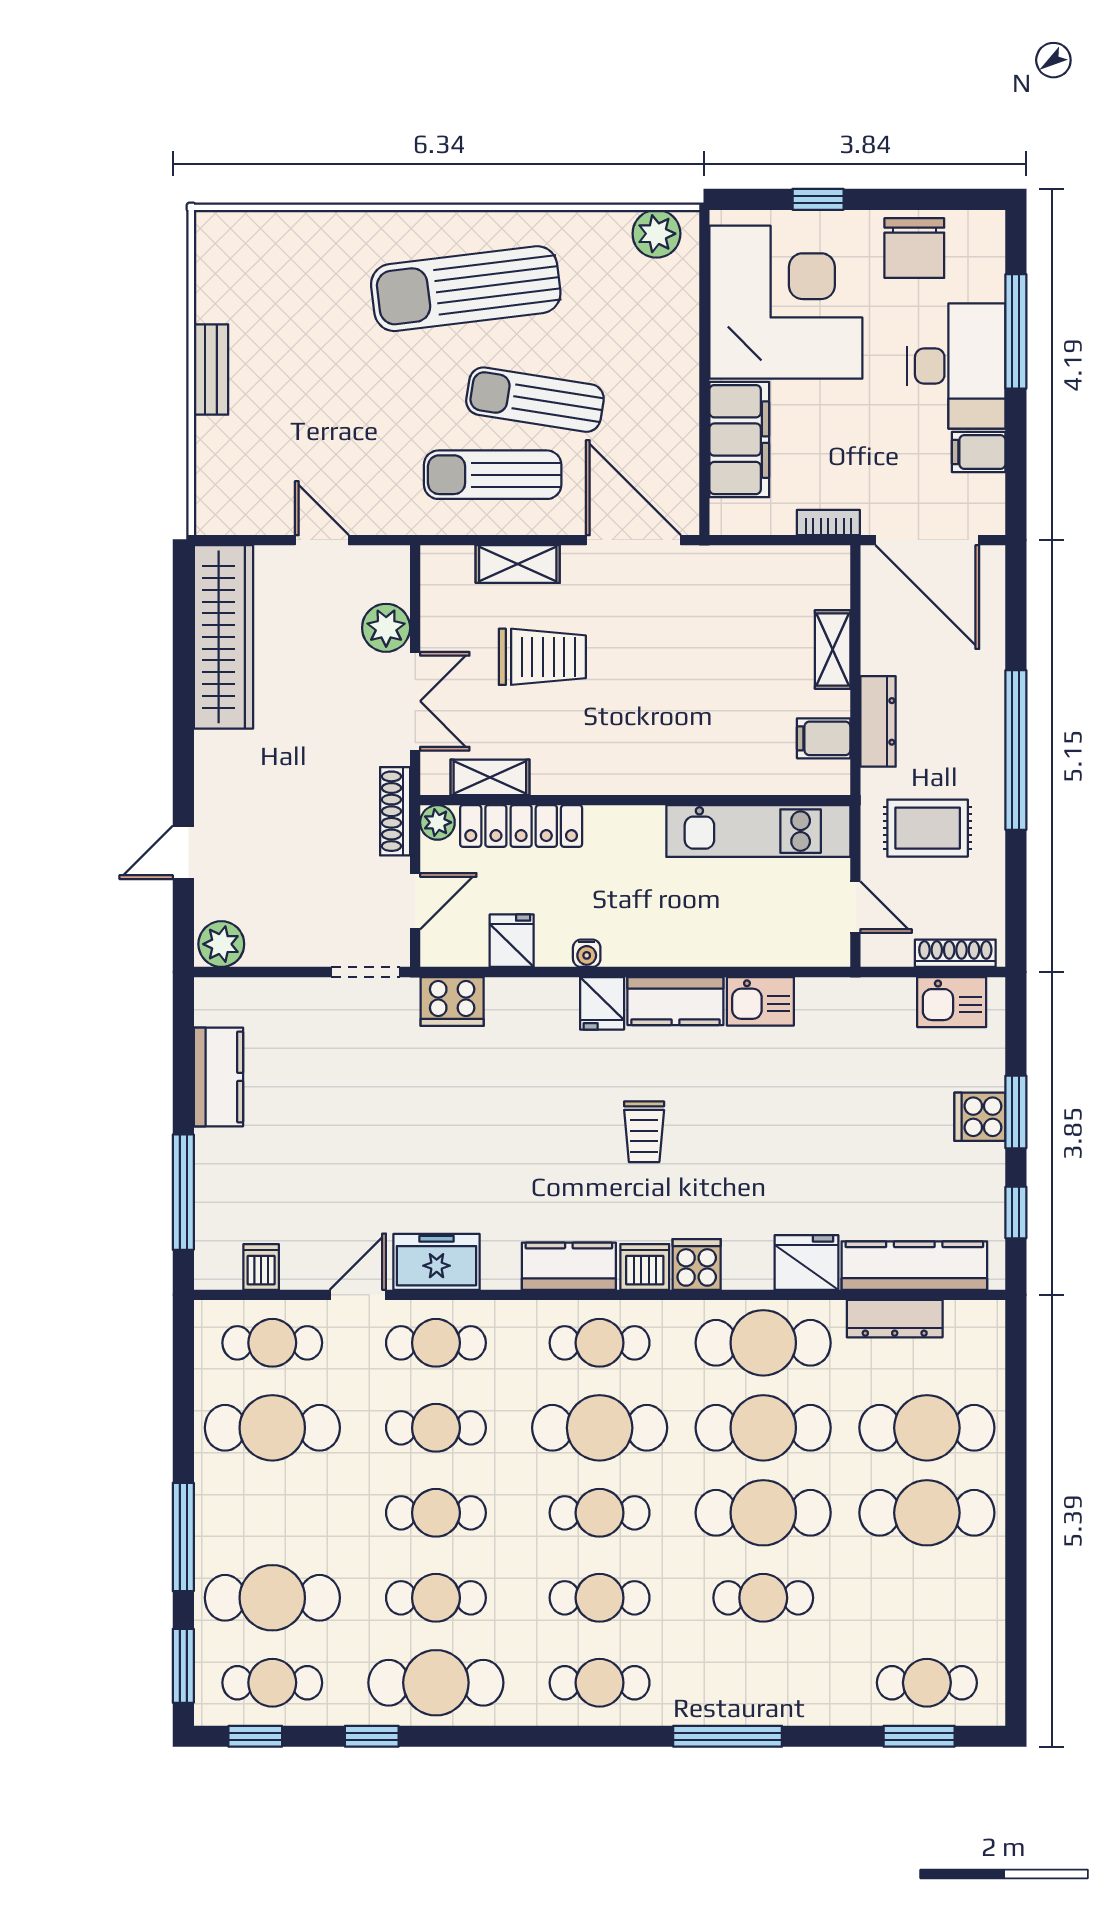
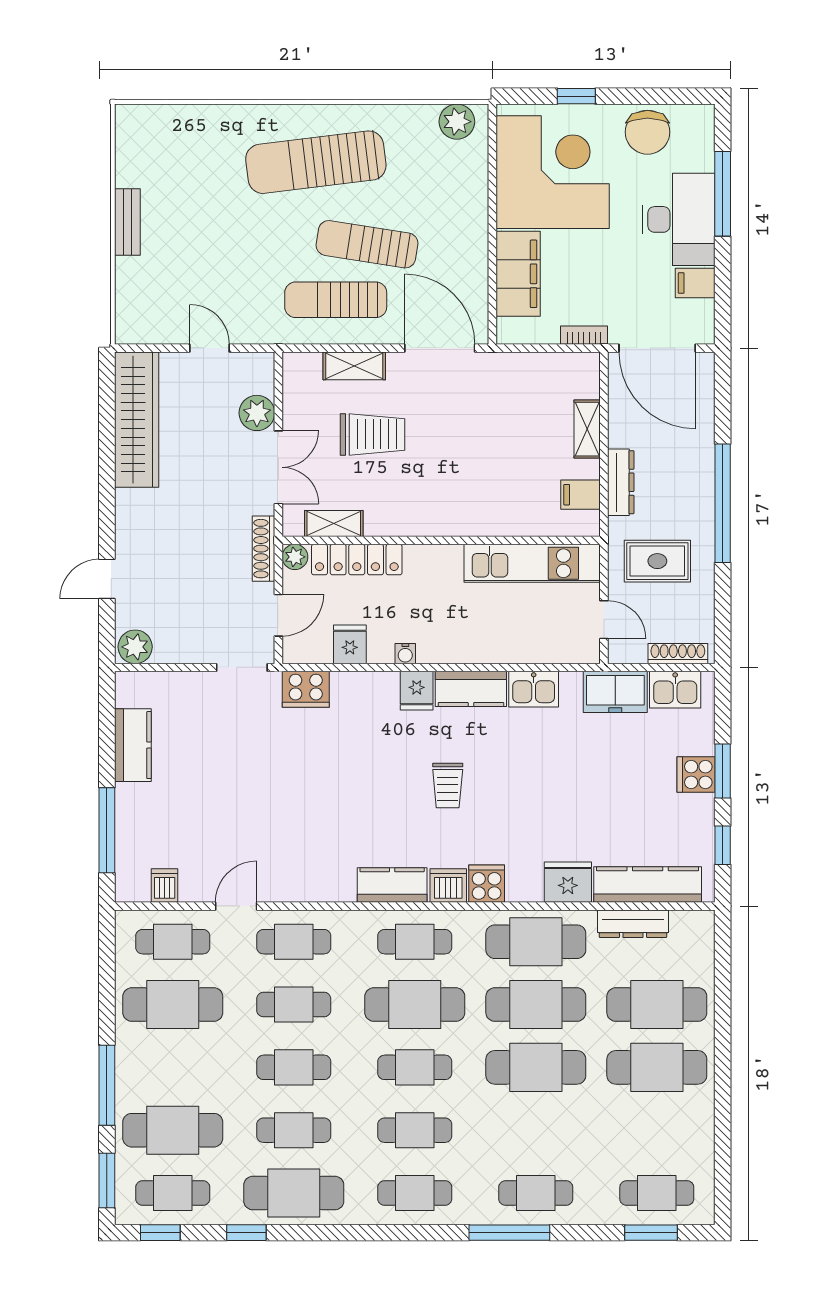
freezer: (437, 1262) -> (615, 692), moved, turned 180
cafe table: (763, 1598) -> (536, 1193), moved

